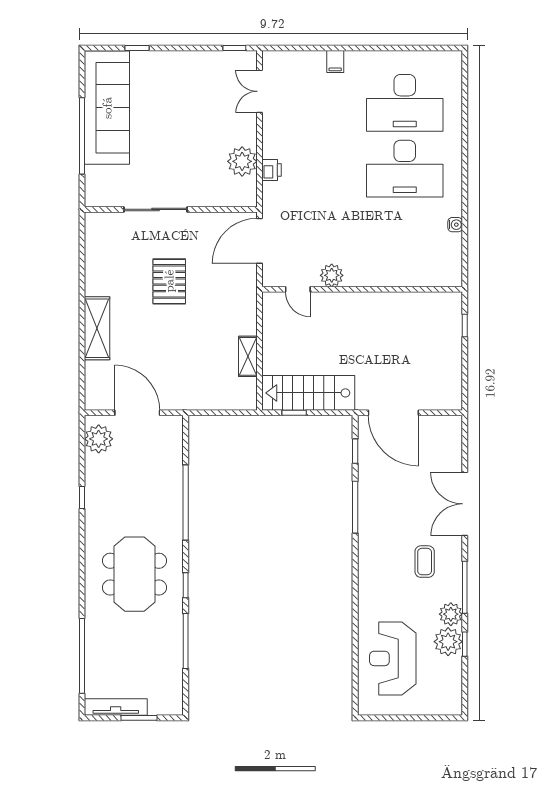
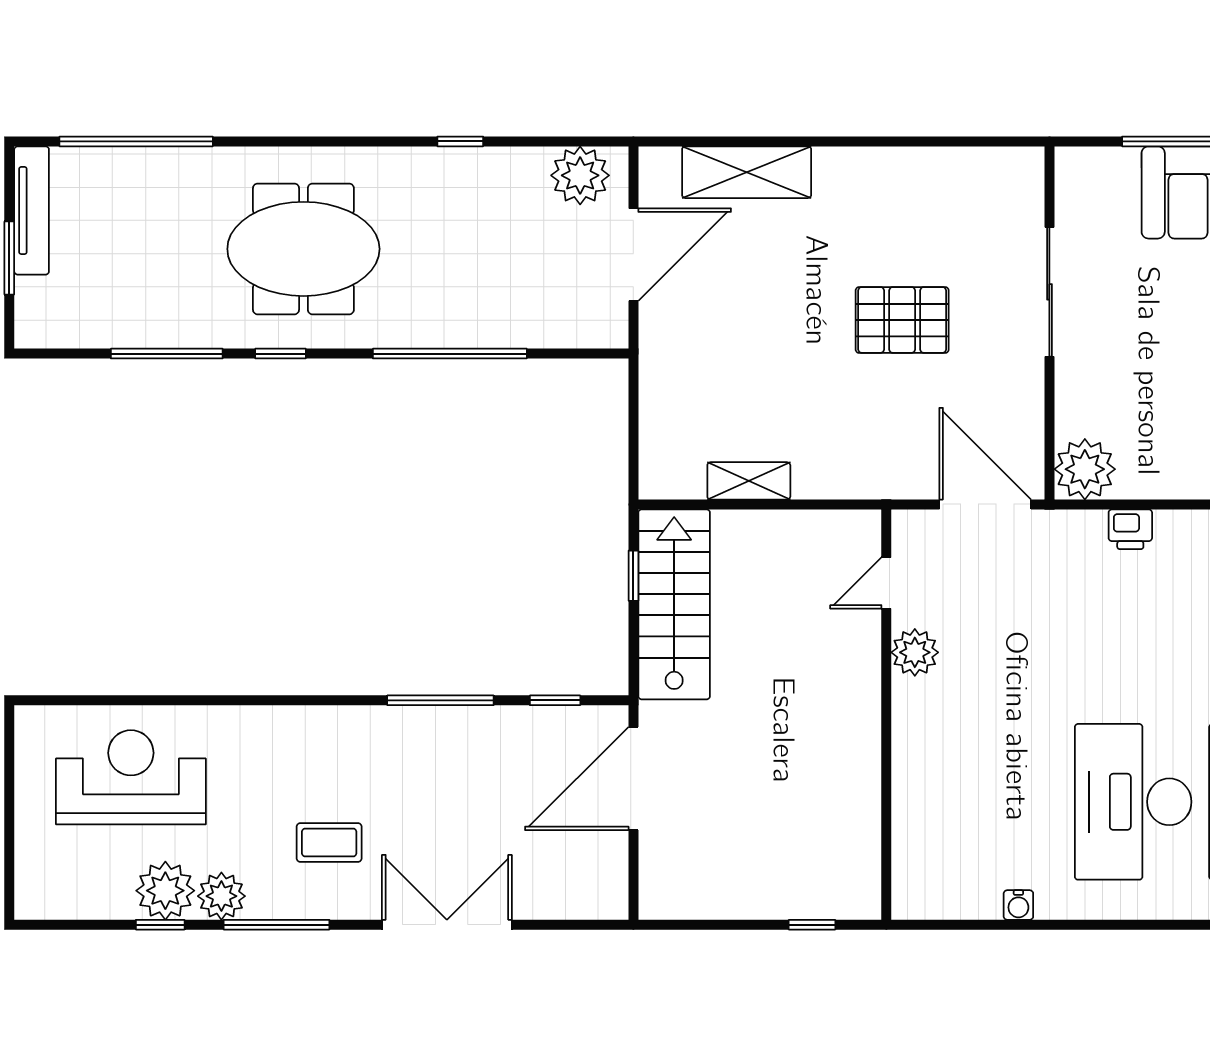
plant: (242, 161) -> (1085, 469), moved
shelving: (97, 328) -> (747, 172), moved

